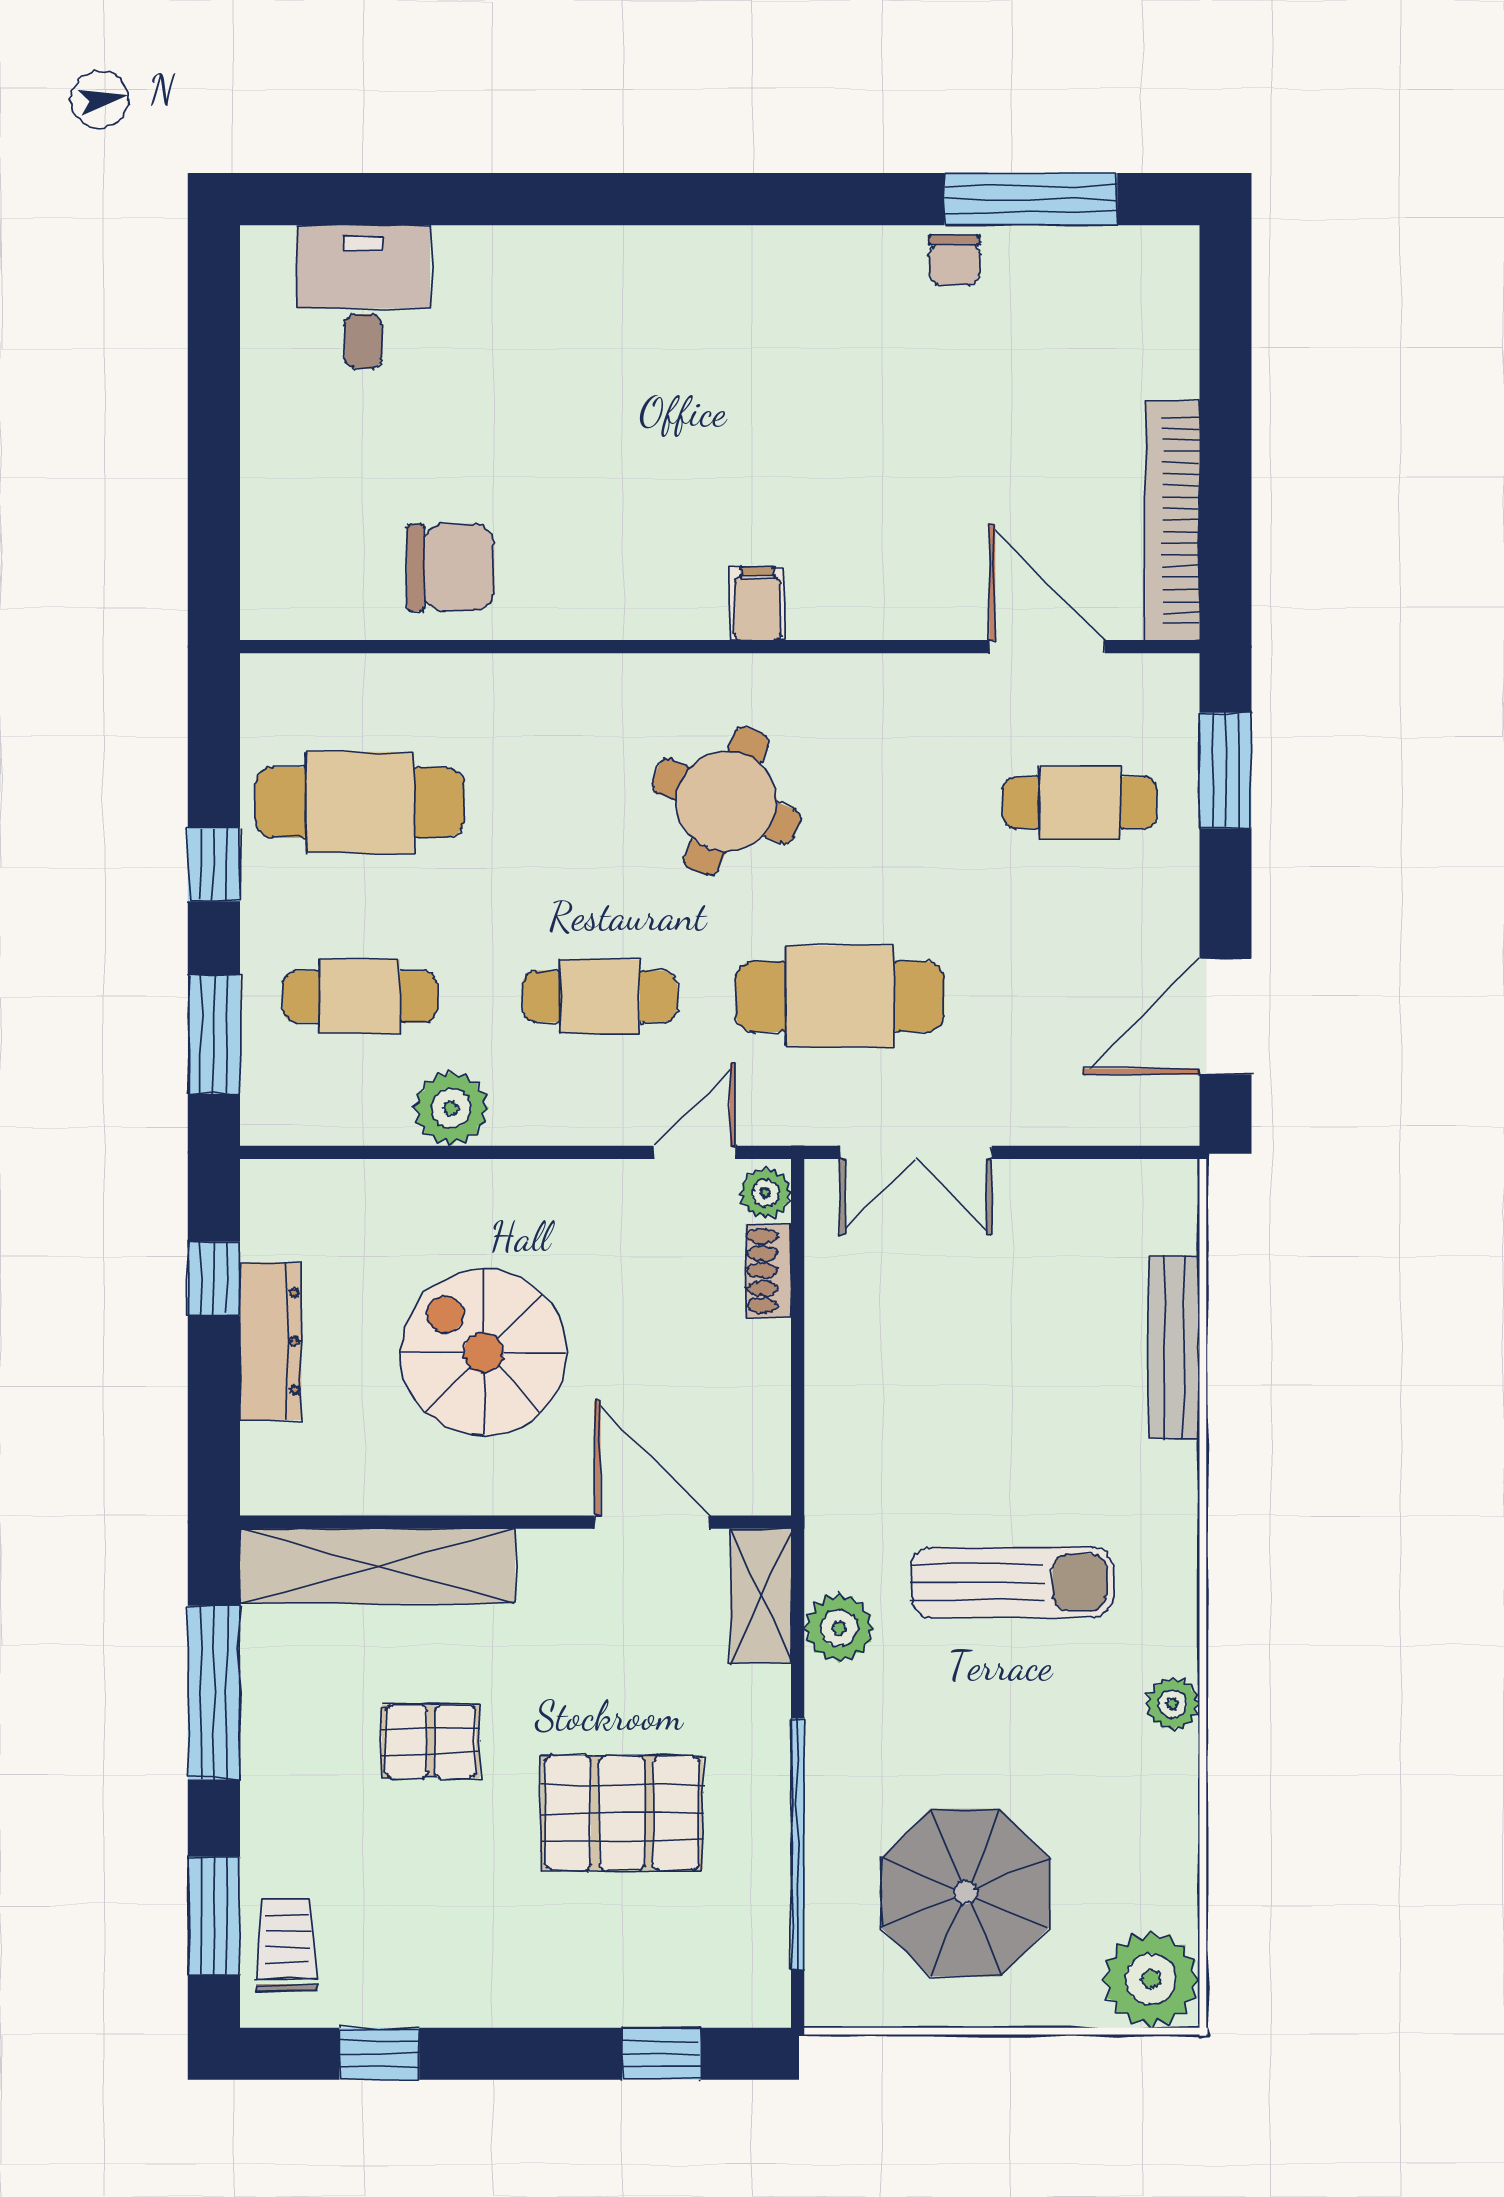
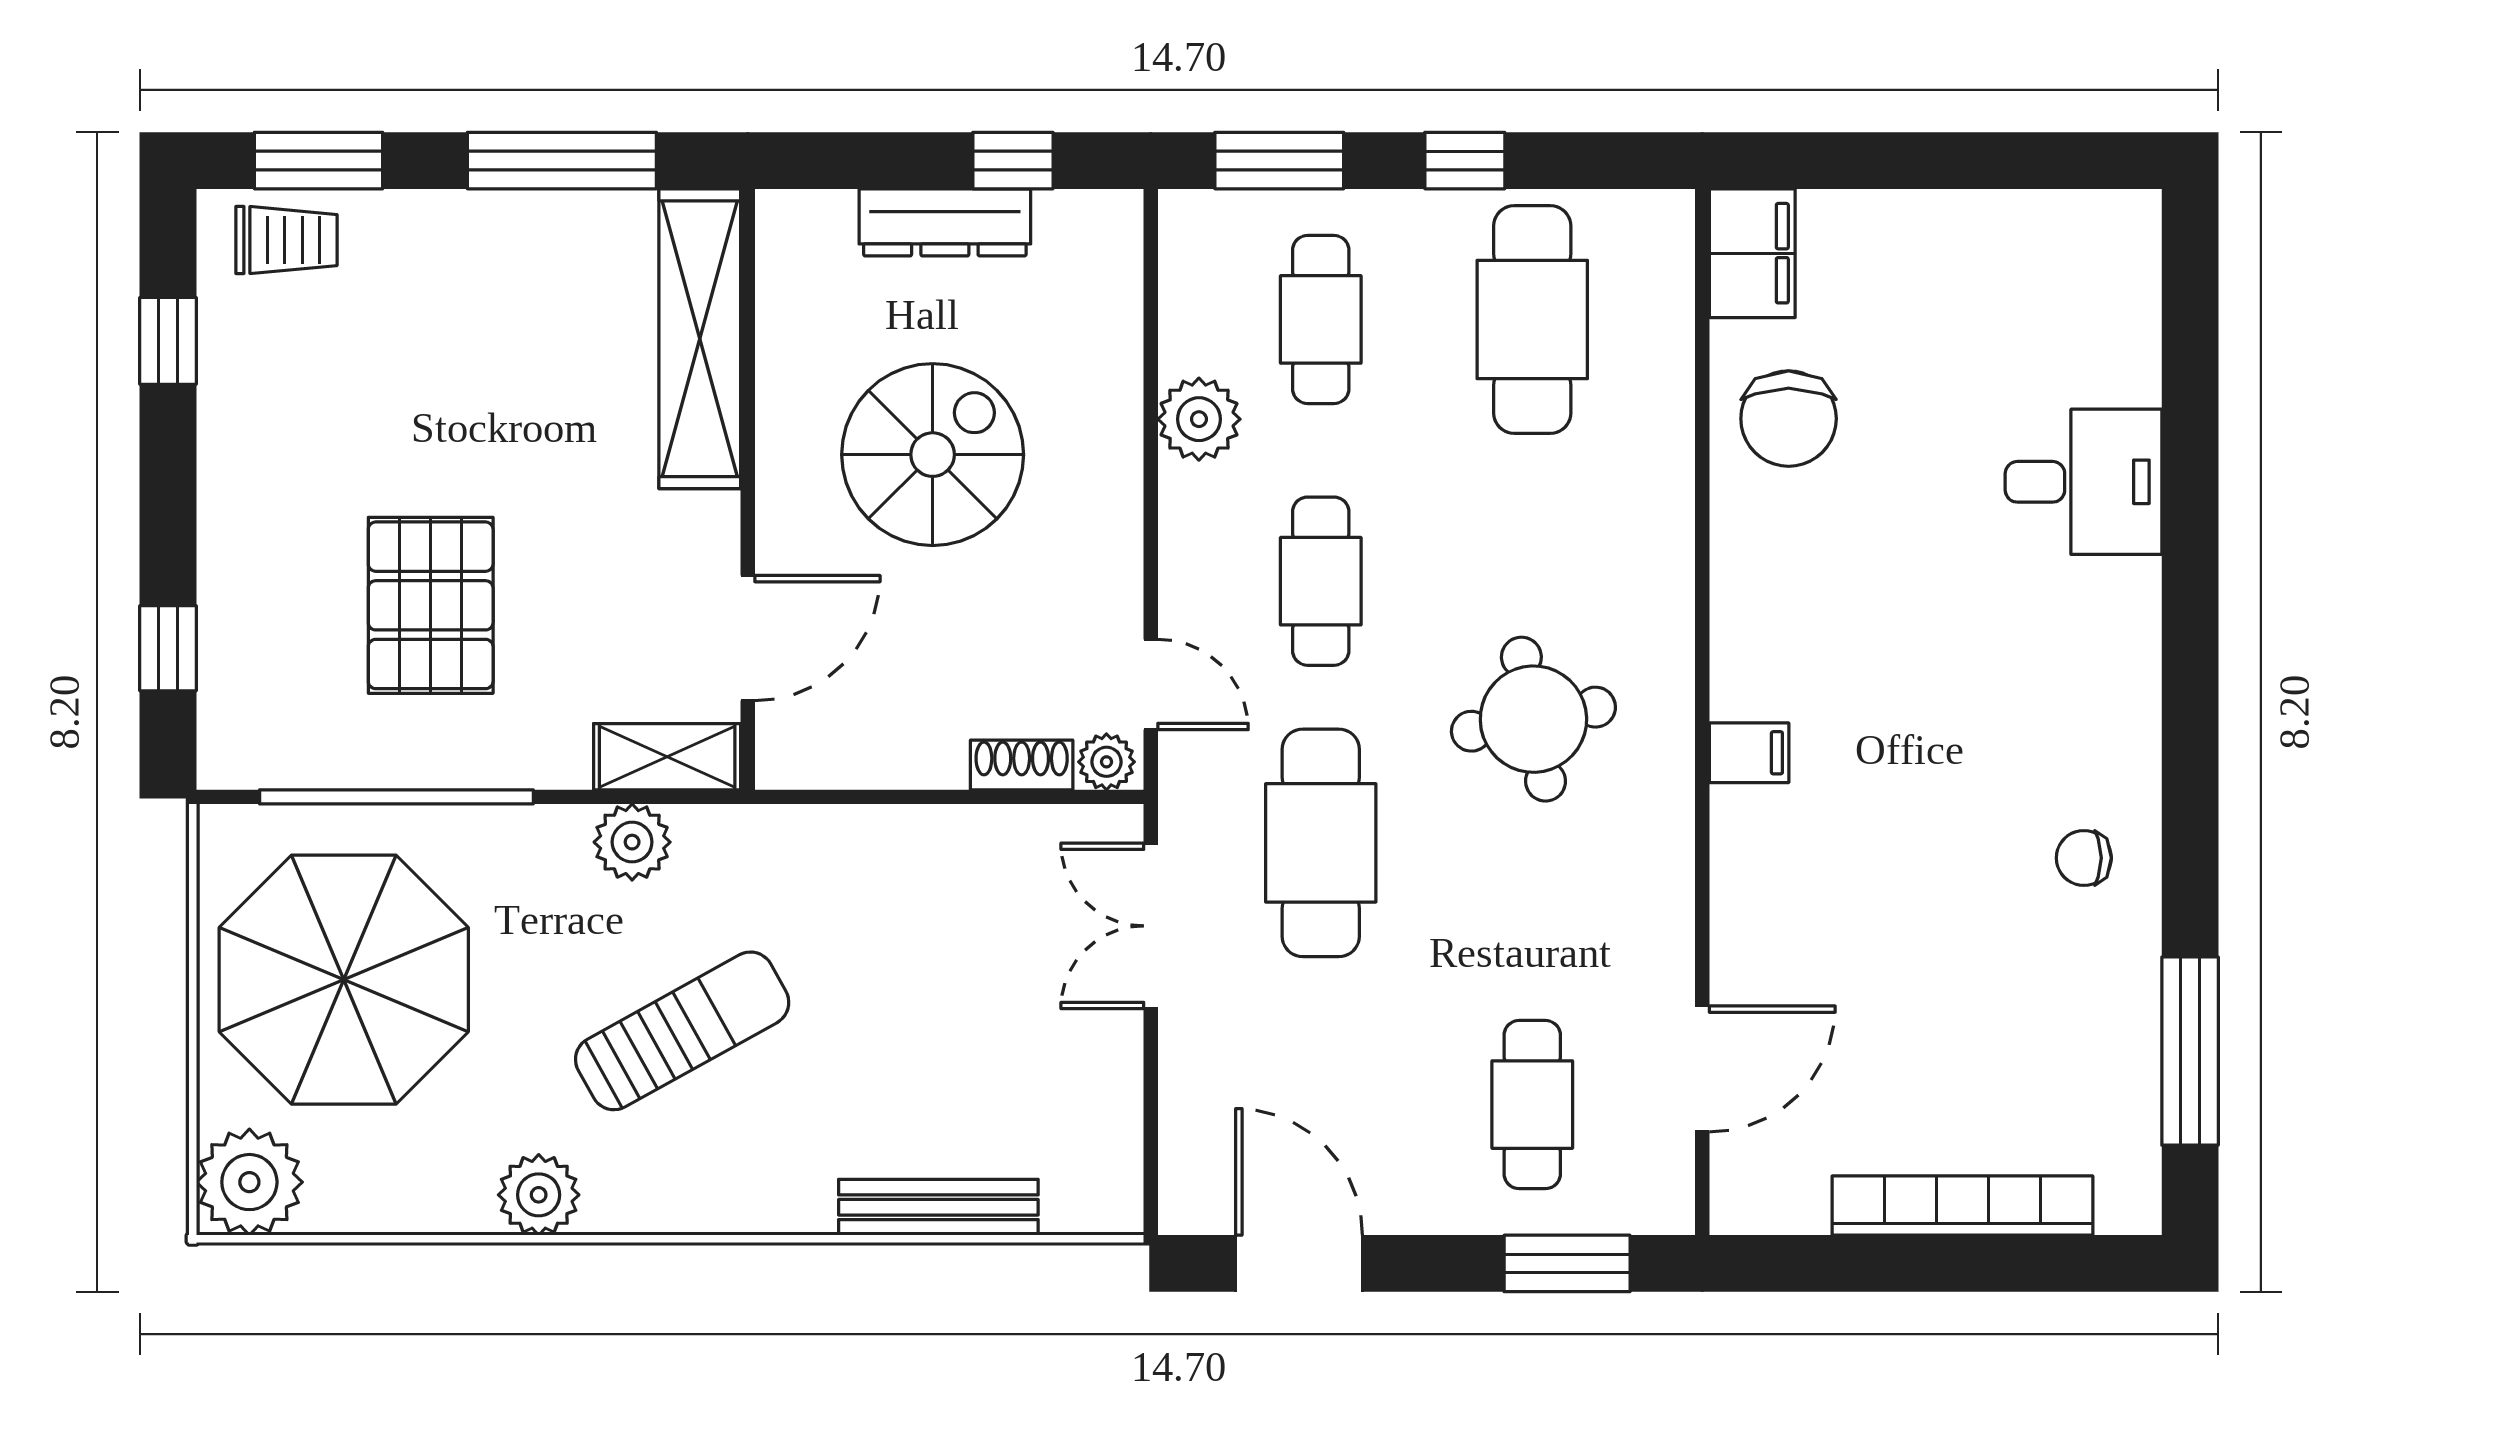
chair: (954, 260) -> (2084, 858), moved
desk: (363, 297) -> (2083, 482), moved
bookcase: (1172, 521) -> (1962, 1206), moved
filing cabinet: (299, 601) -> (1752, 253), added
round table: (726, 801) -> (1533, 719), turned -33
sun lounger: (1012, 1582) -> (682, 1031), turned -119
plant: (1173, 1704) -> (539, 1195), width x1.38, depth x1.38
pallet: (431, 1741) -> (509, 397), removed
parasol: (965, 1893) -> (344, 980), width x1.36, depth x1.36

